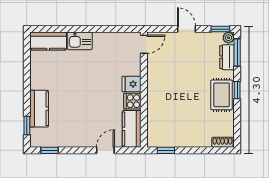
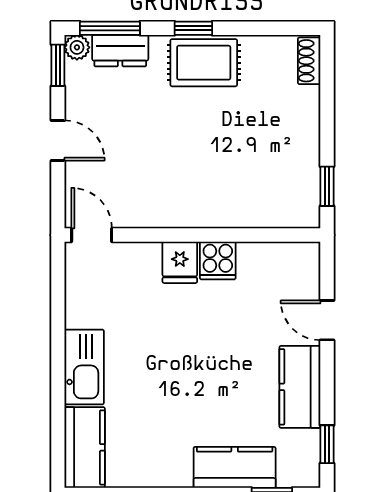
door: (186, 29) -> (58, 140), swing flipped
kitchen sink: (80, 41) -> (84, 367), width x1.38
kitchen counter: (132, 129) -> (300, 387), moved, turned 90

